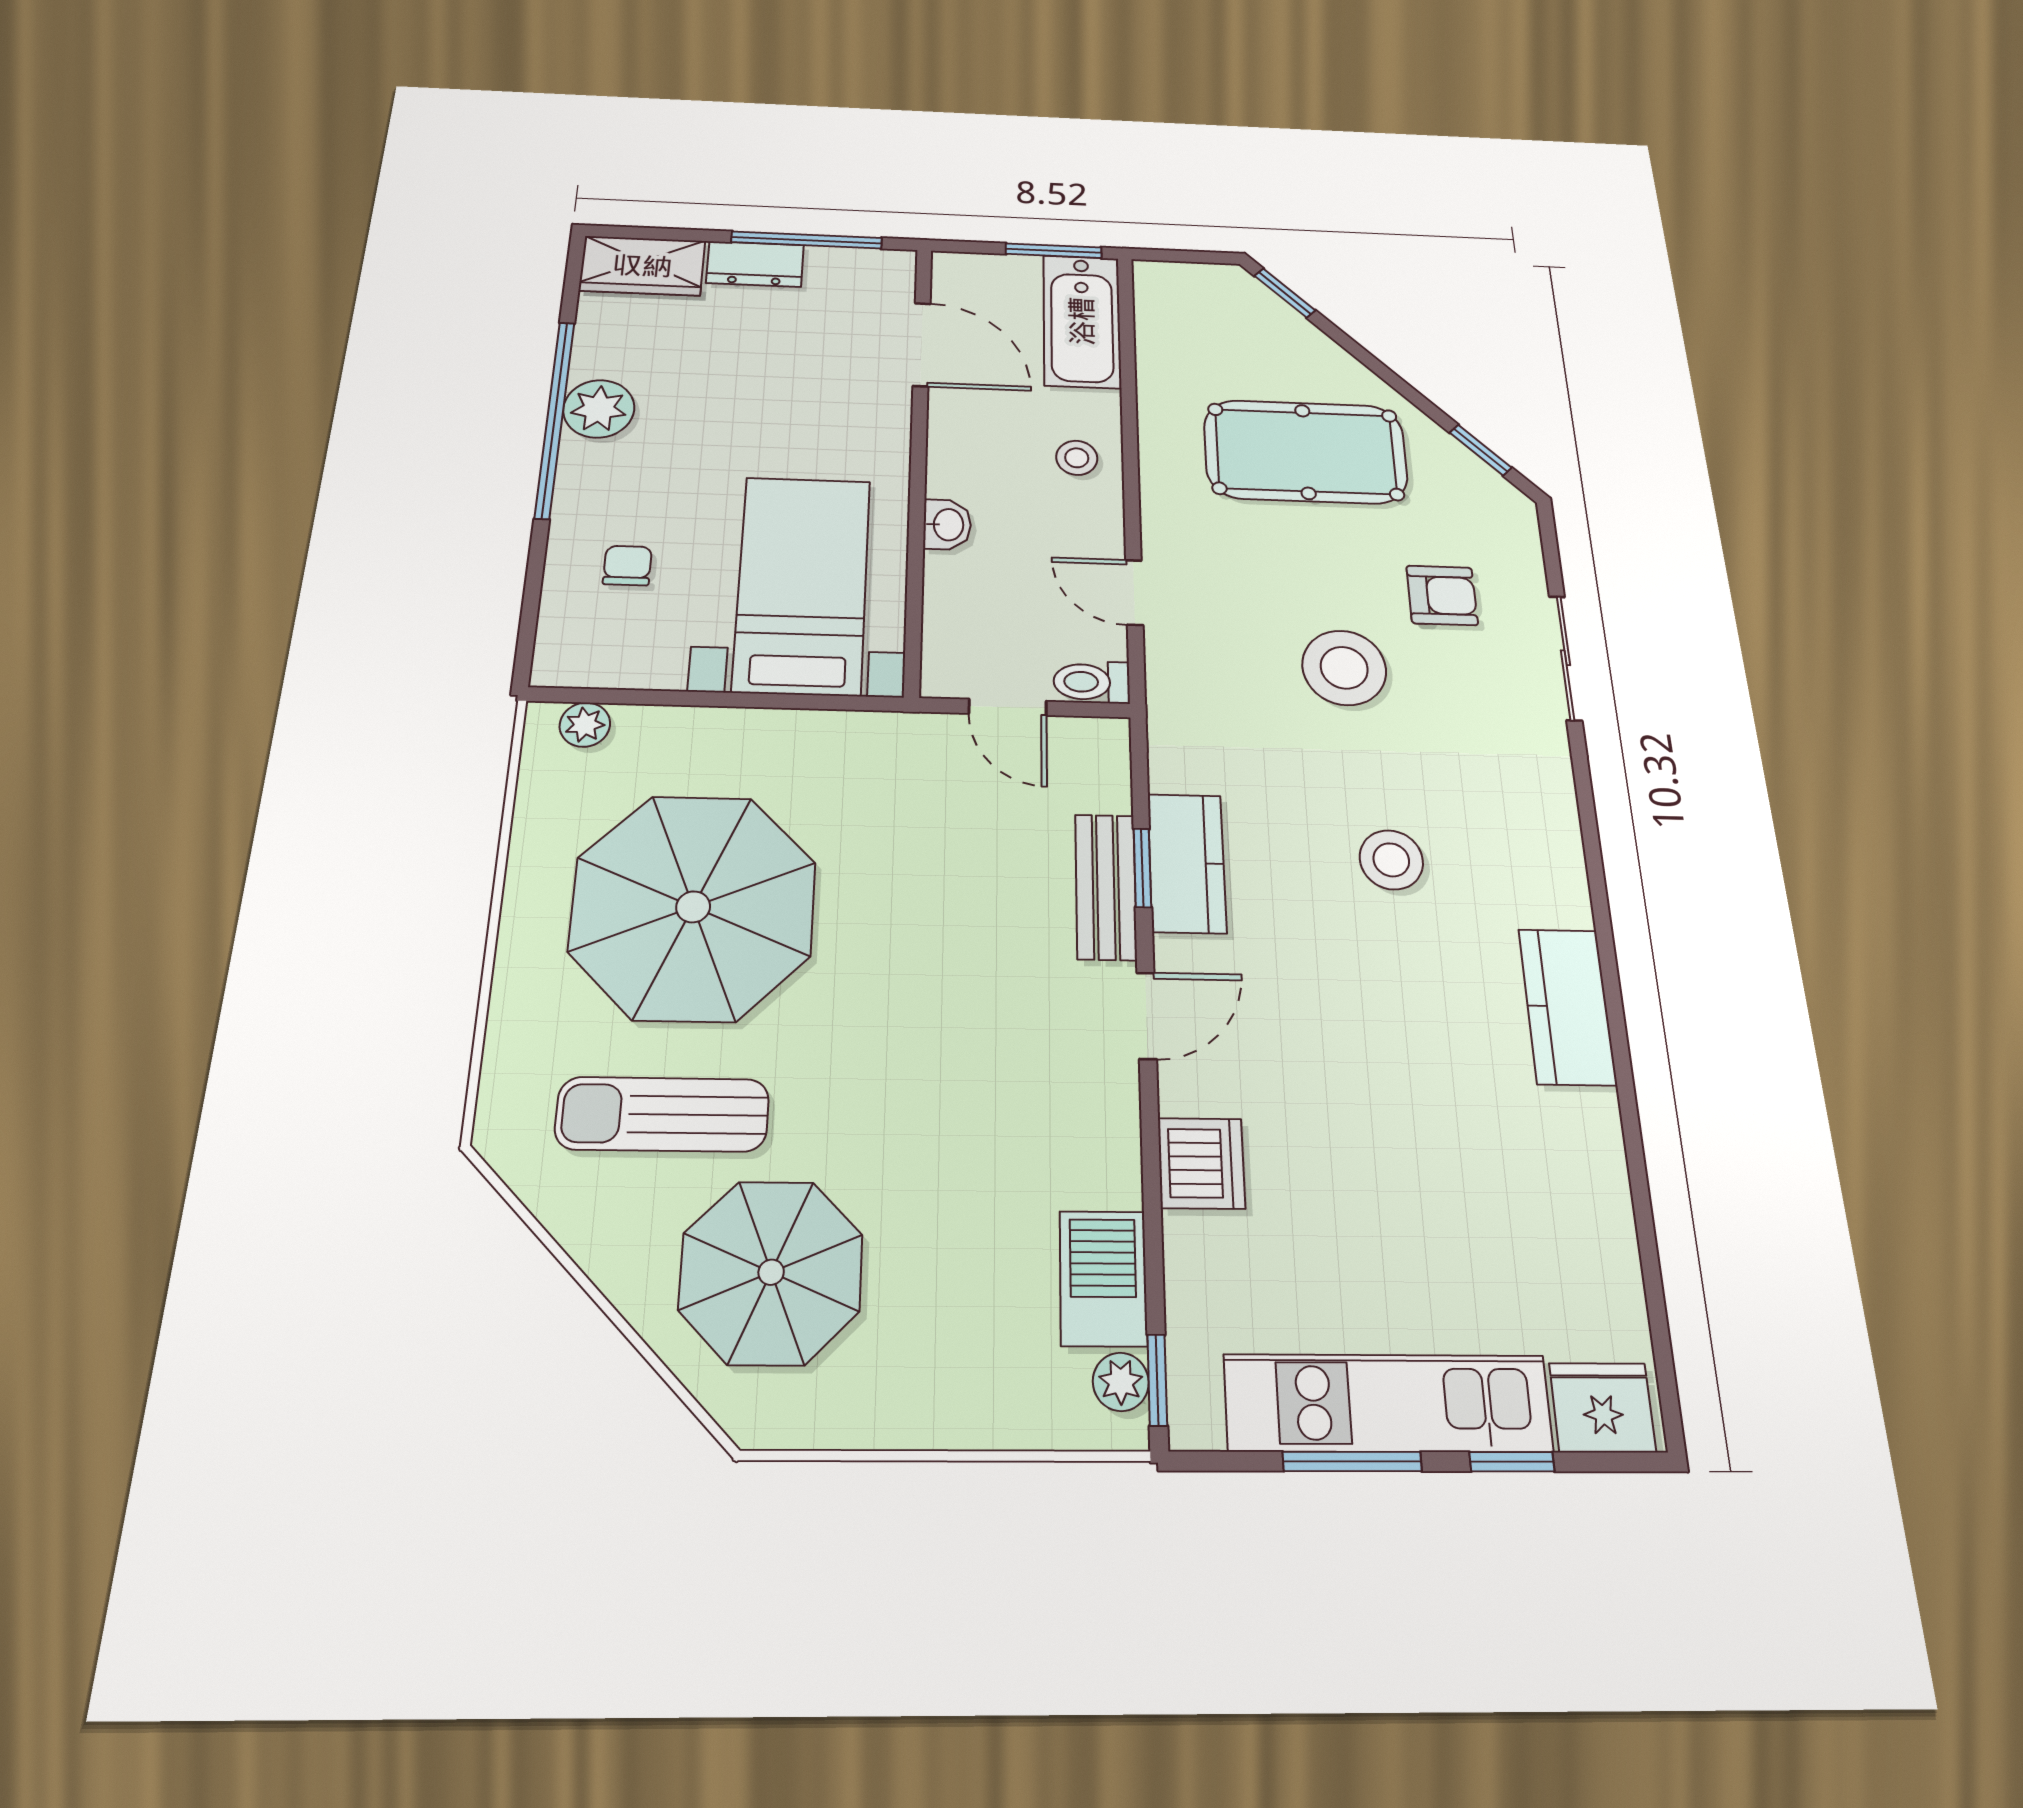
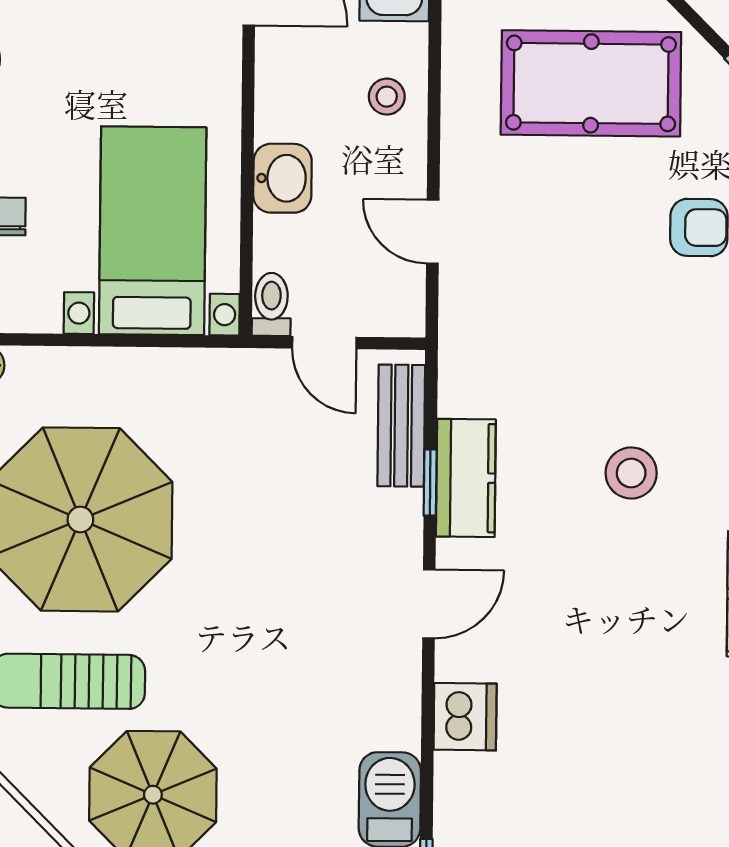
washbasin: (947, 525) -> (282, 178), width x1.38, depth x1.45
stool: (1344, 668) -> (608, 300), removed
toilet: (1092, 682) -> (271, 304), moved, turned 90
bench: (1106, 887) -> (401, 426), moved

